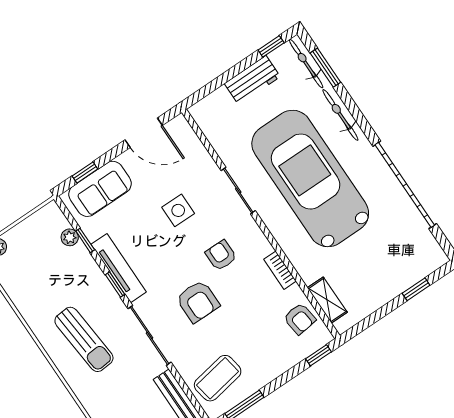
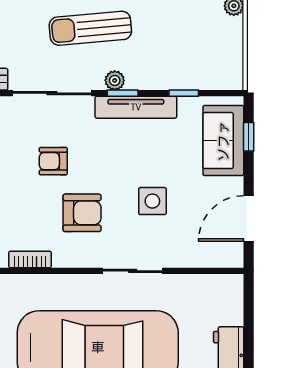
plant: (70, 237) -> (115, 80), moved
armchair: (221, 255) -> (82, 213), width x1.38, depth x1.38
armchair: (198, 301) -> (53, 161), width x0.72, depth x0.72

